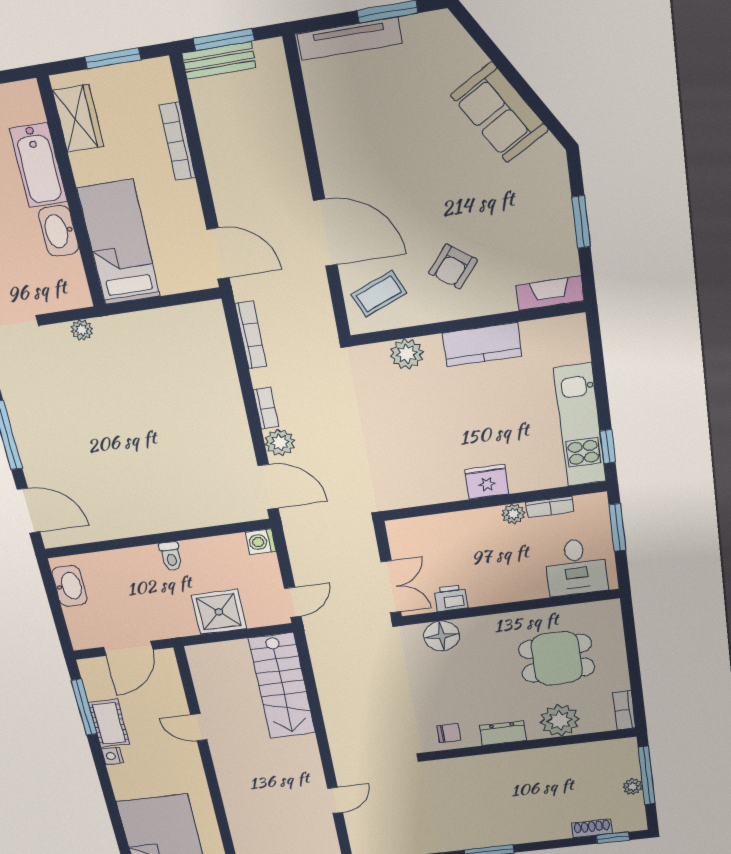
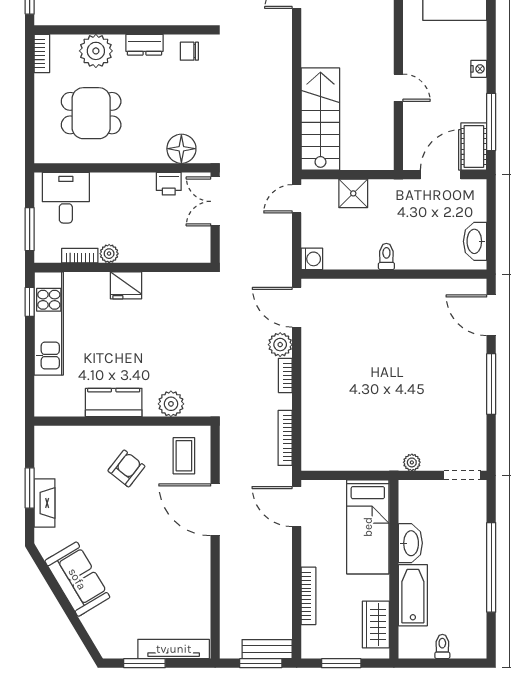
fireplace: (550, 293) -> (45, 503), moved, turned -90
coffee table: (379, 294) -> (184, 456), turned -67
shower: (219, 612) -> (353, 193), width x0.73, depth x0.73
cot: (109, 723) -> (474, 146), moved

